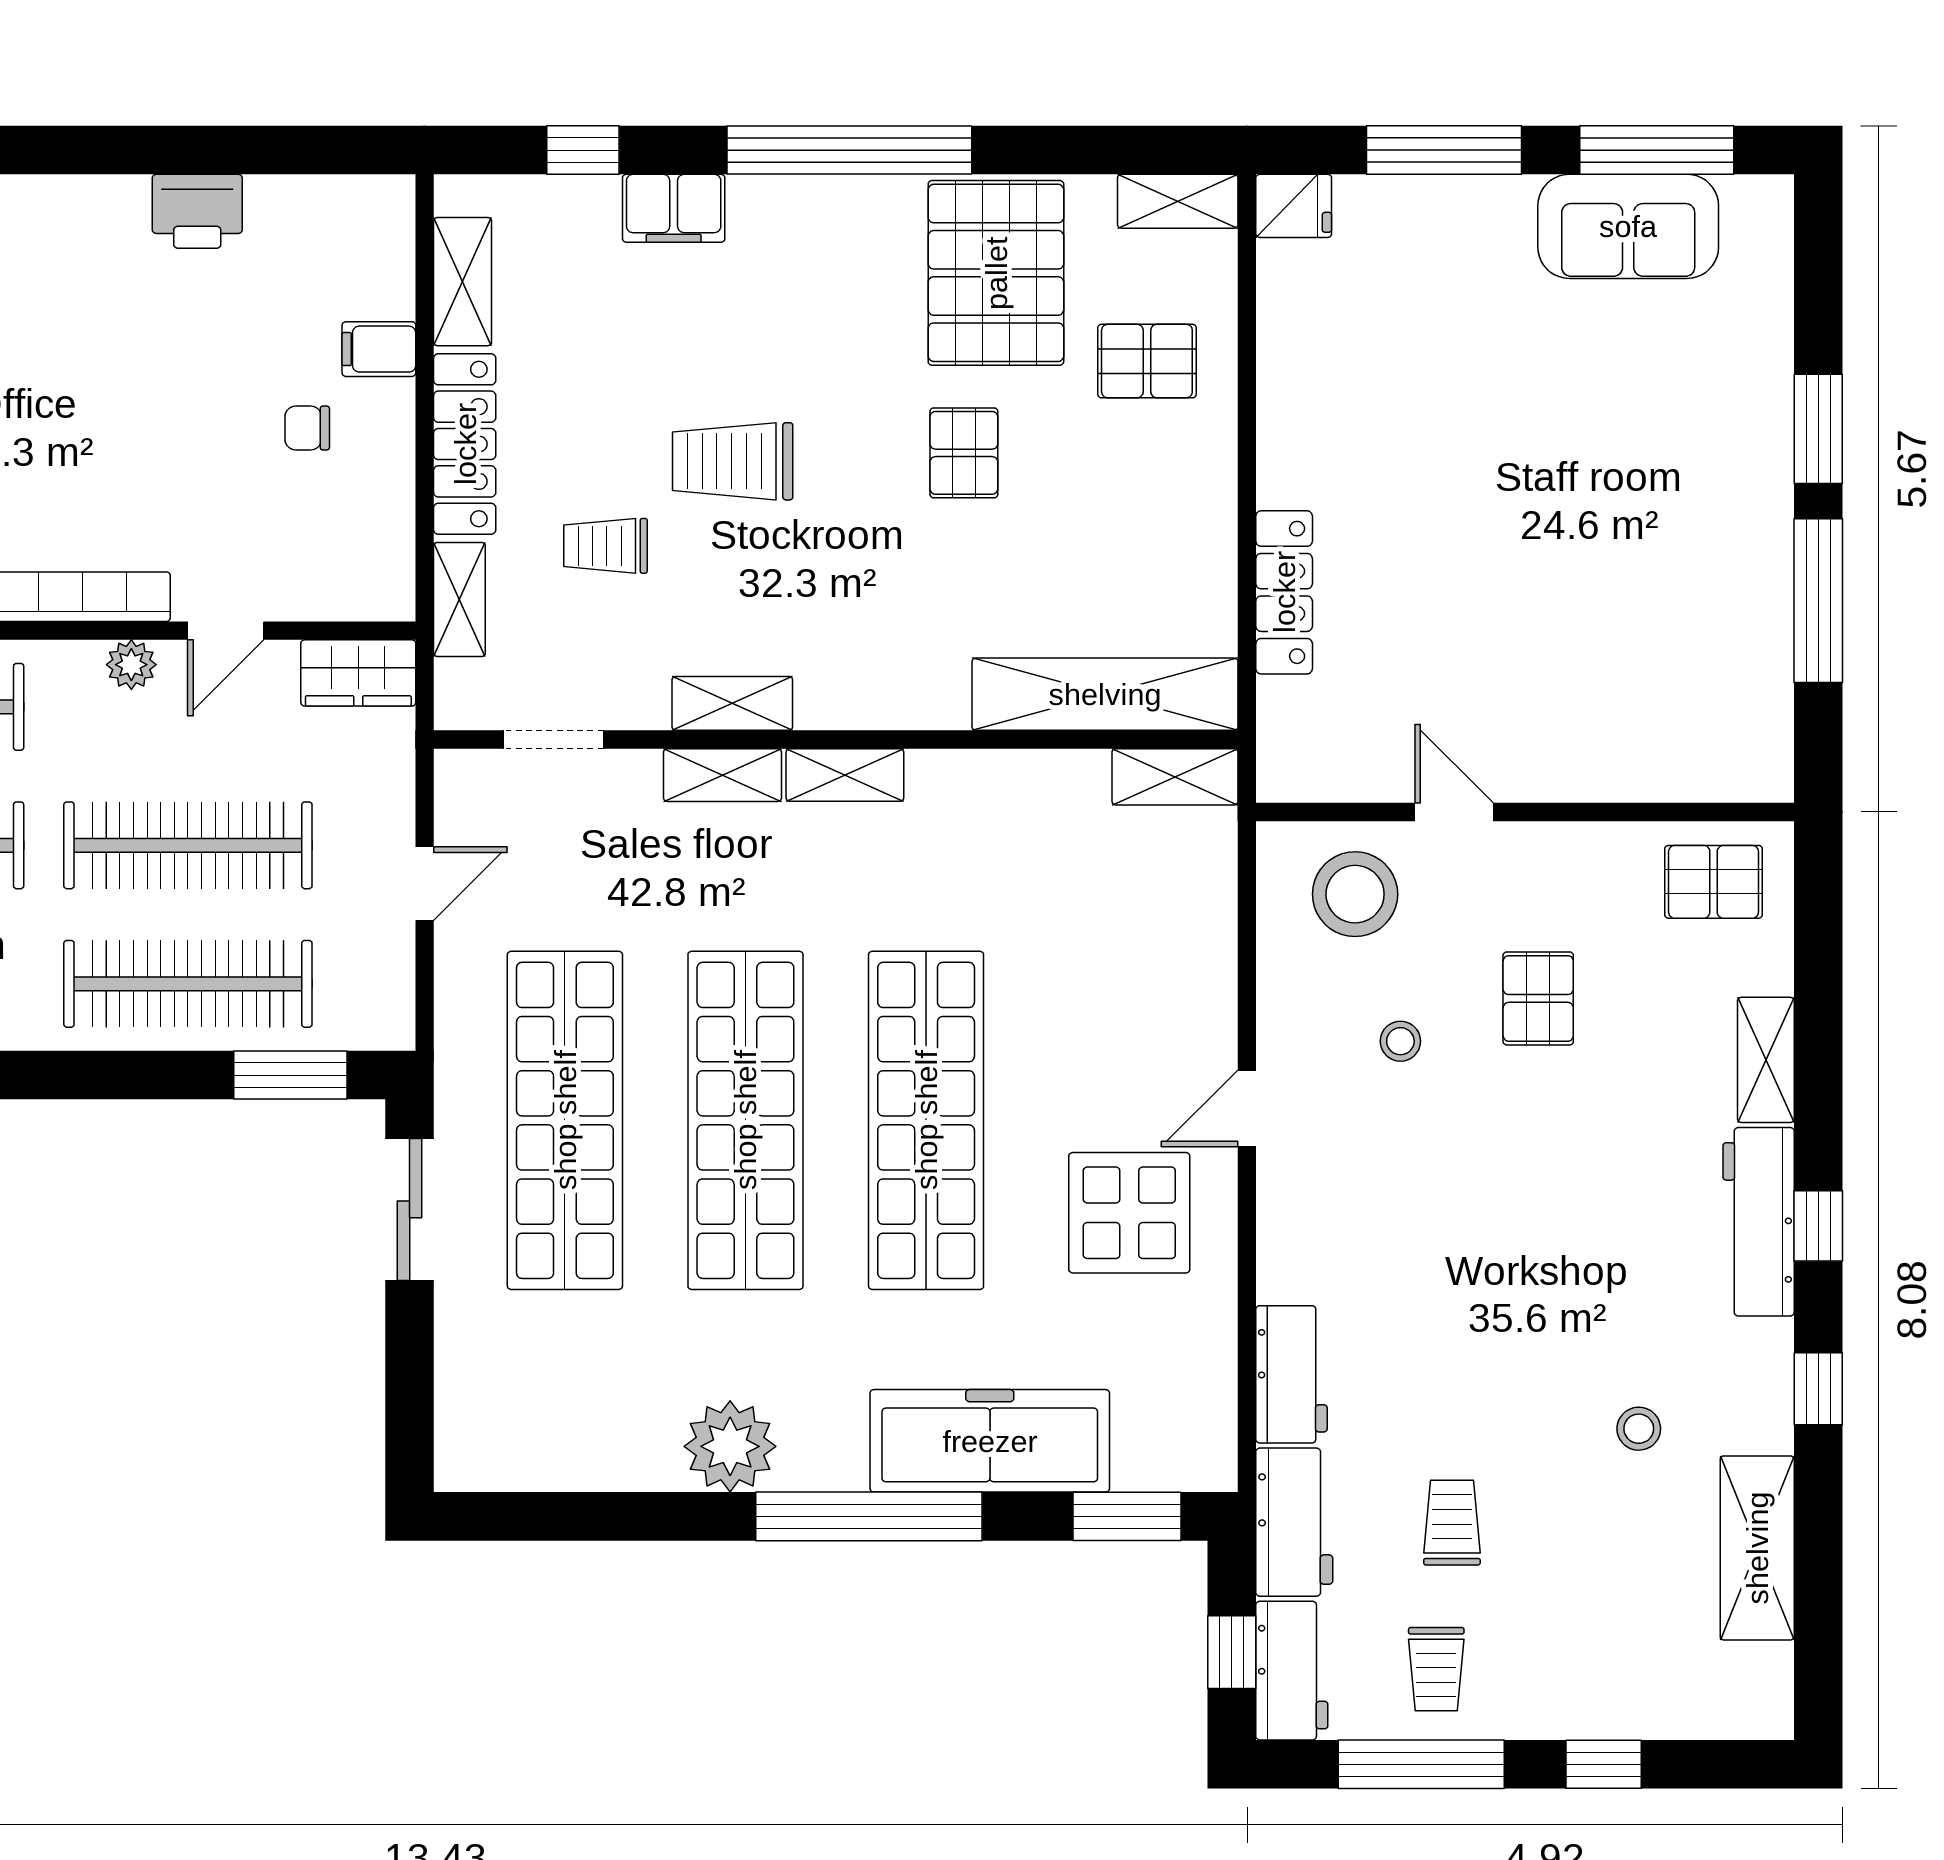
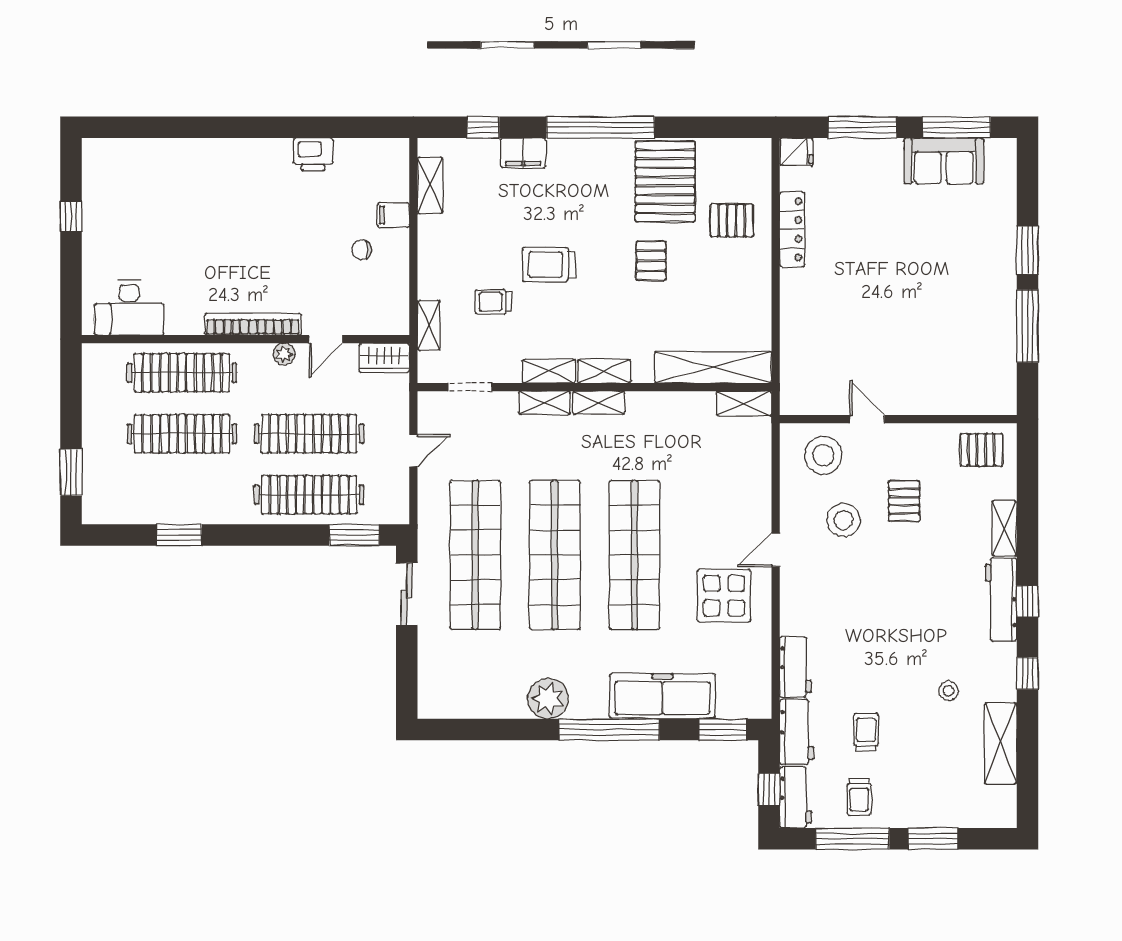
shelving: (1178, 201) -> (604, 371), moved
locker: (465, 444) -> (431, 257), removed
locker: (1284, 592) -> (792, 229), moved
stool: (1400, 1041) -> (843, 520), width x1.89, depth x1.89
window: (1604, 1764) -> (933, 839), width x1.50

